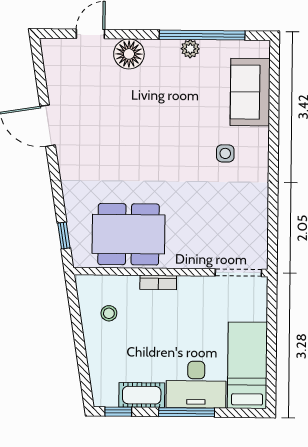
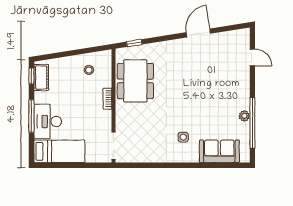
floor lamp: (129, 54) -> (241, 80), removed
cot: (142, 395) -> (41, 77), moved

